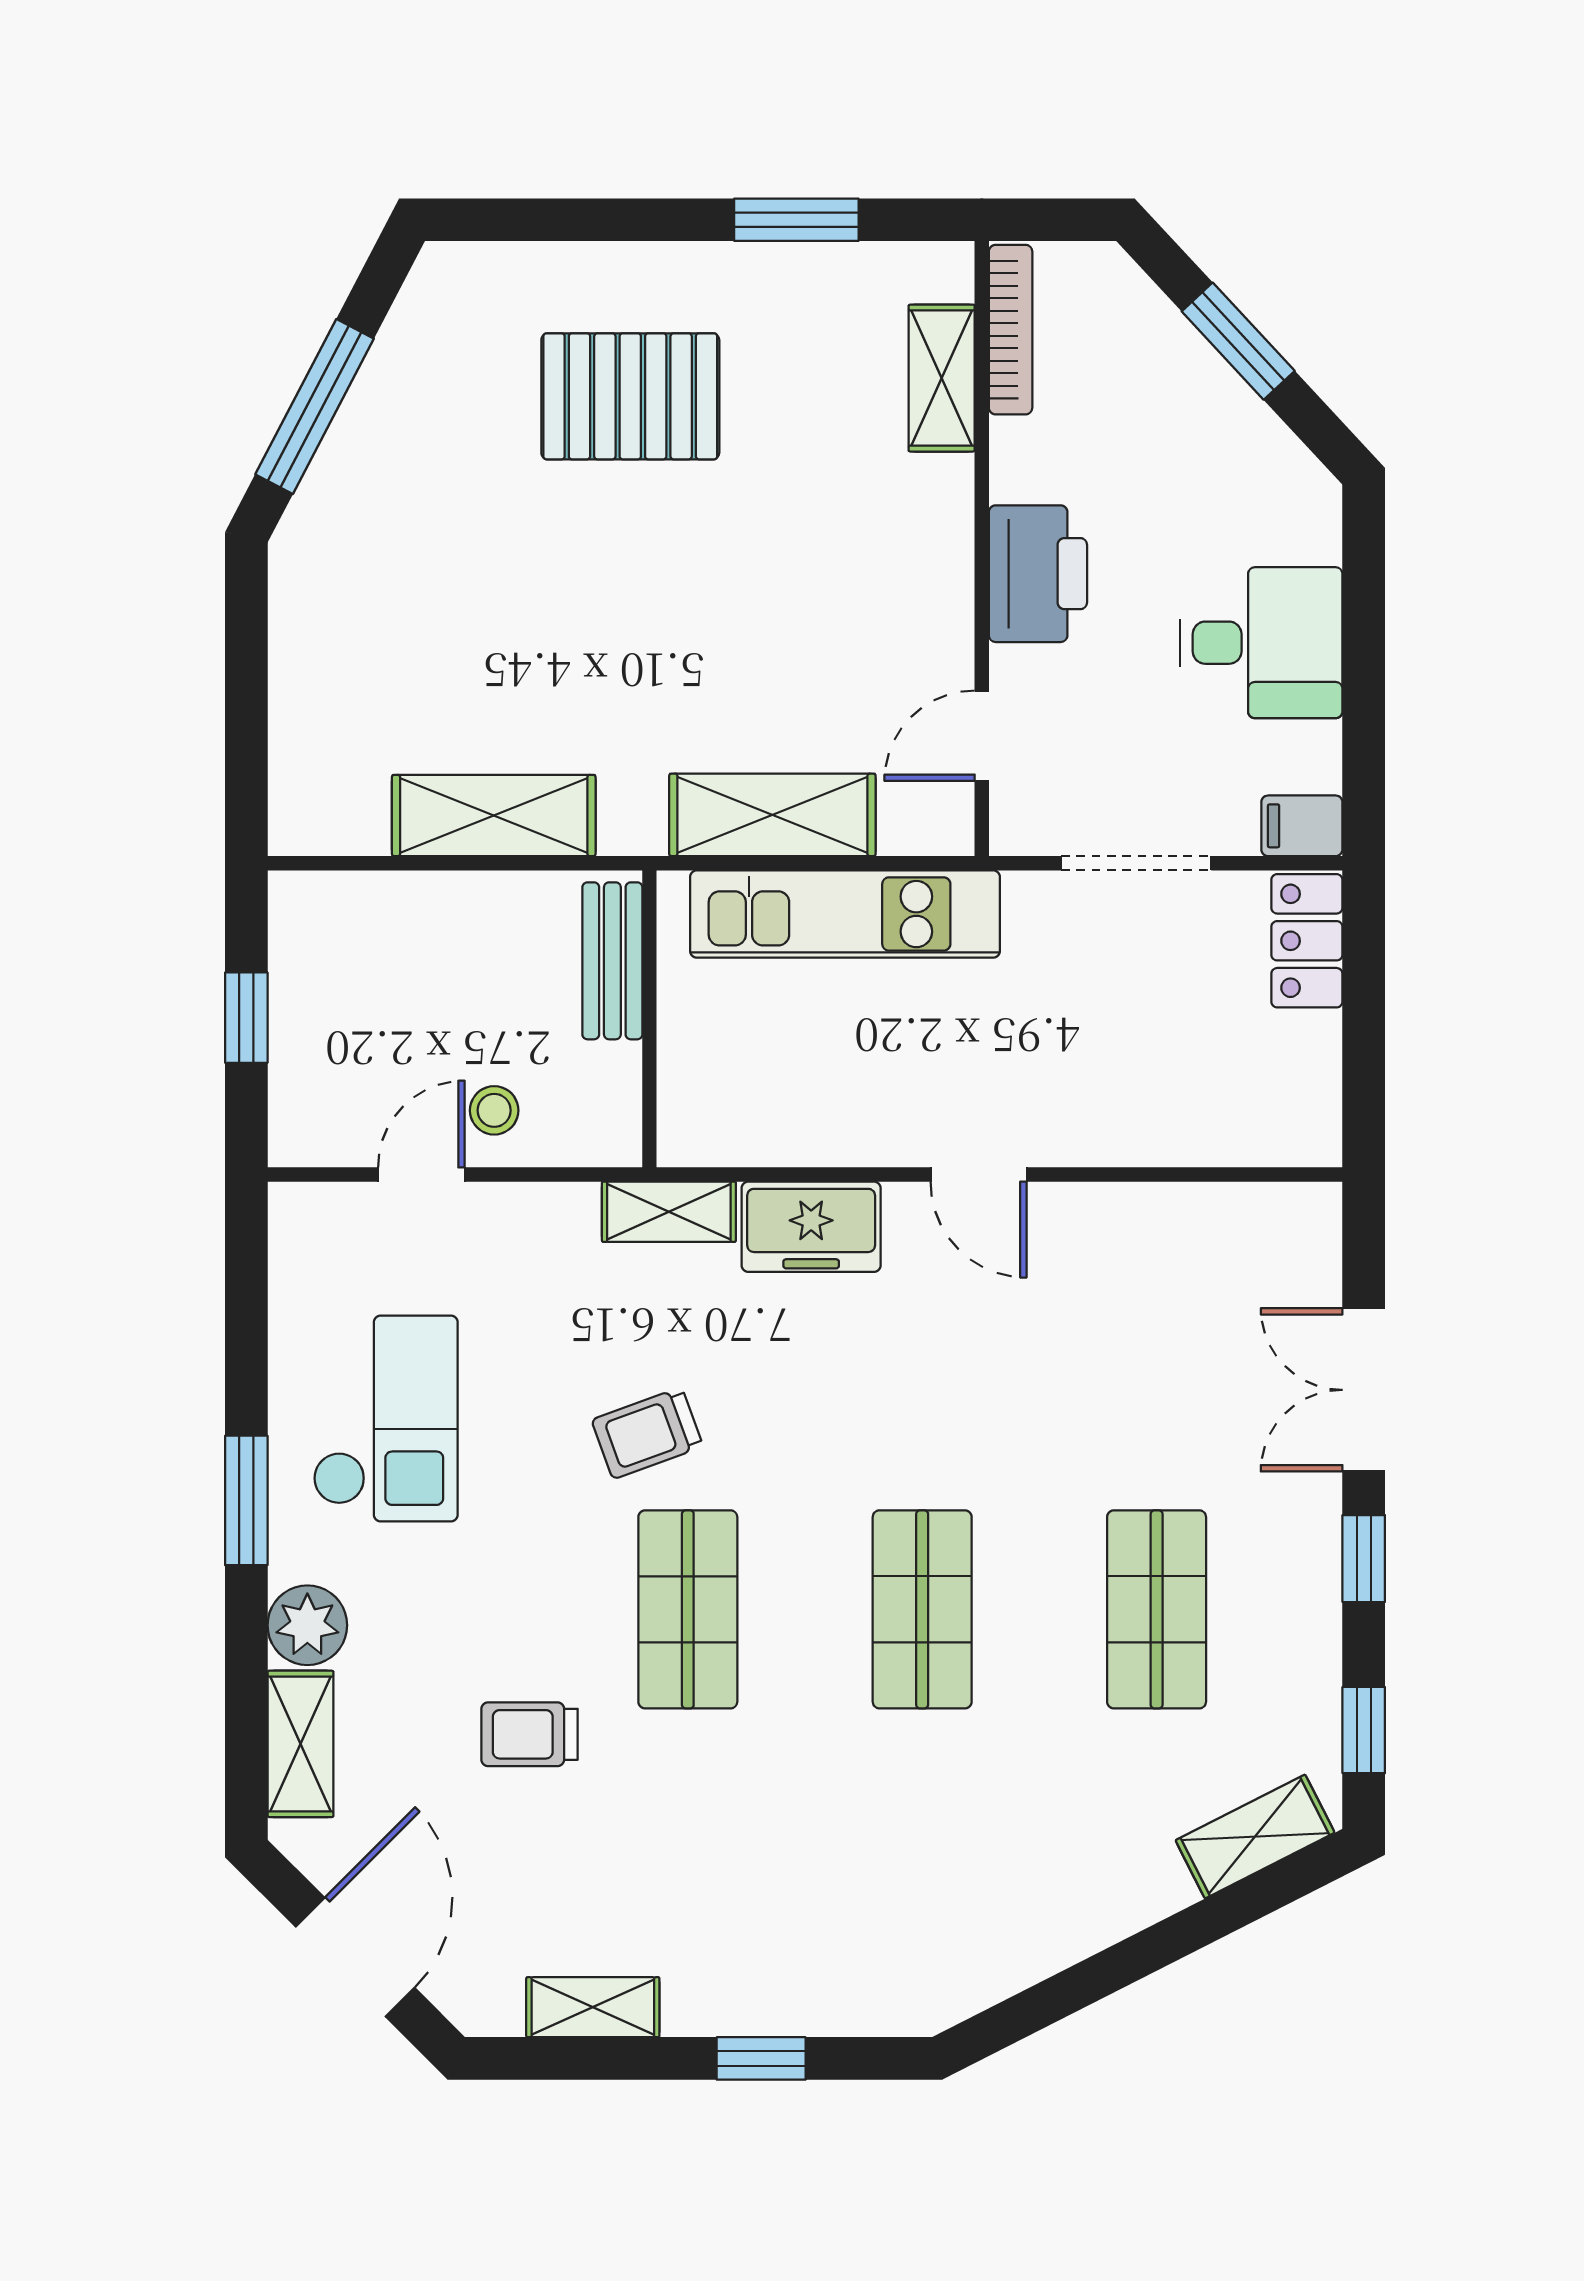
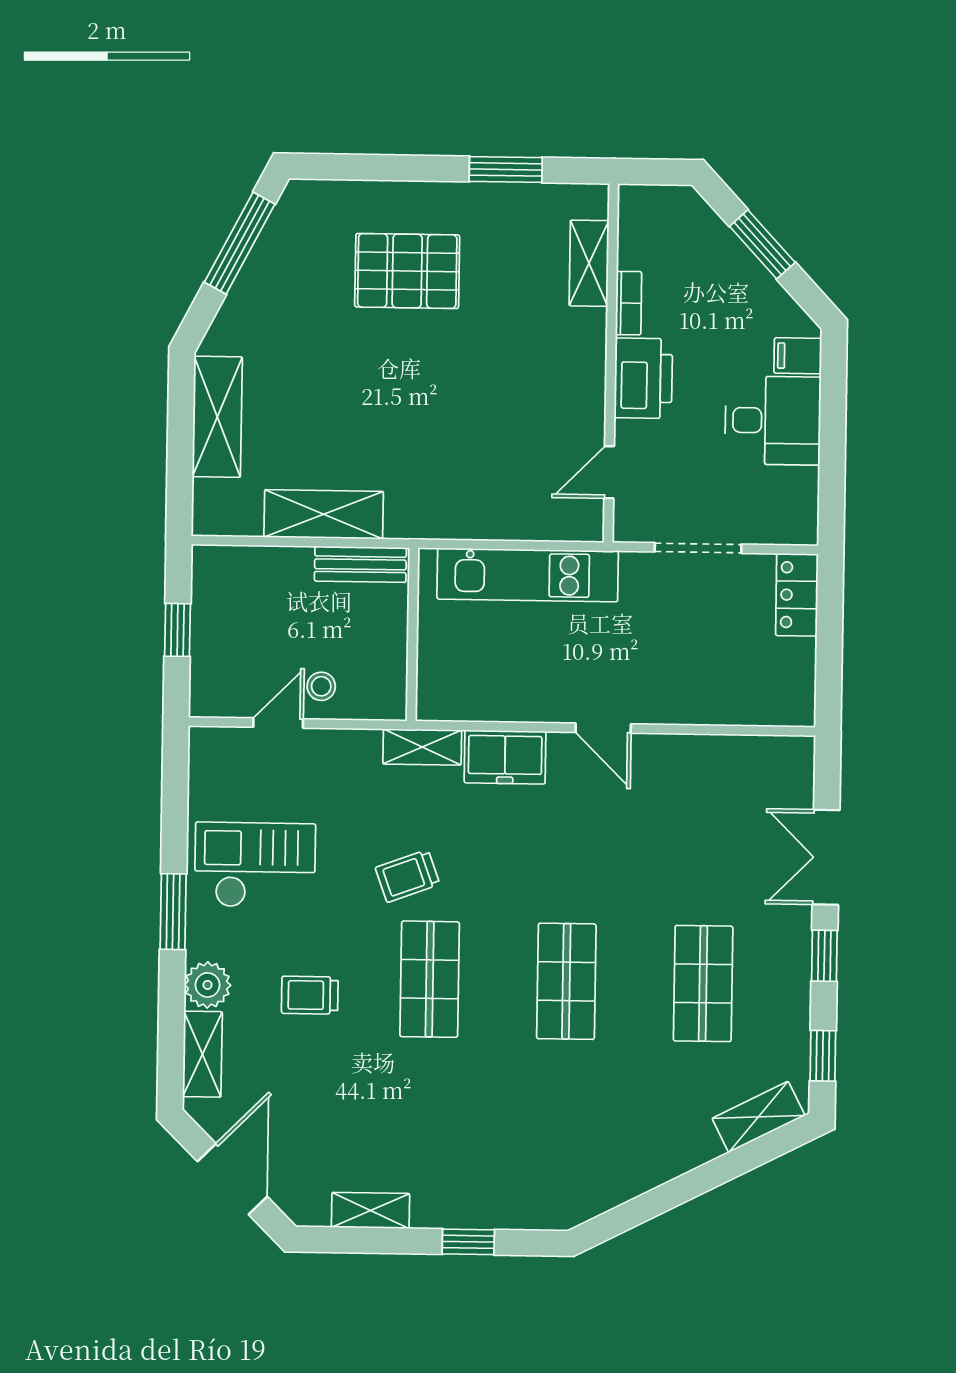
bookcase: (1011, 330) -> (629, 303), moved, width x0.64
window: (315, 407) -> (240, 243), moved
shelving: (772, 815) -> (217, 417), moved, turned 90
filing cabinet: (1302, 826) -> (798, 356), moved
bench: (612, 961) -> (360, 564), moved, turned 90
checkout: (385, 1419) -> (255, 865), turned -90
trolley: (530, 1734) -> (310, 995), moved

